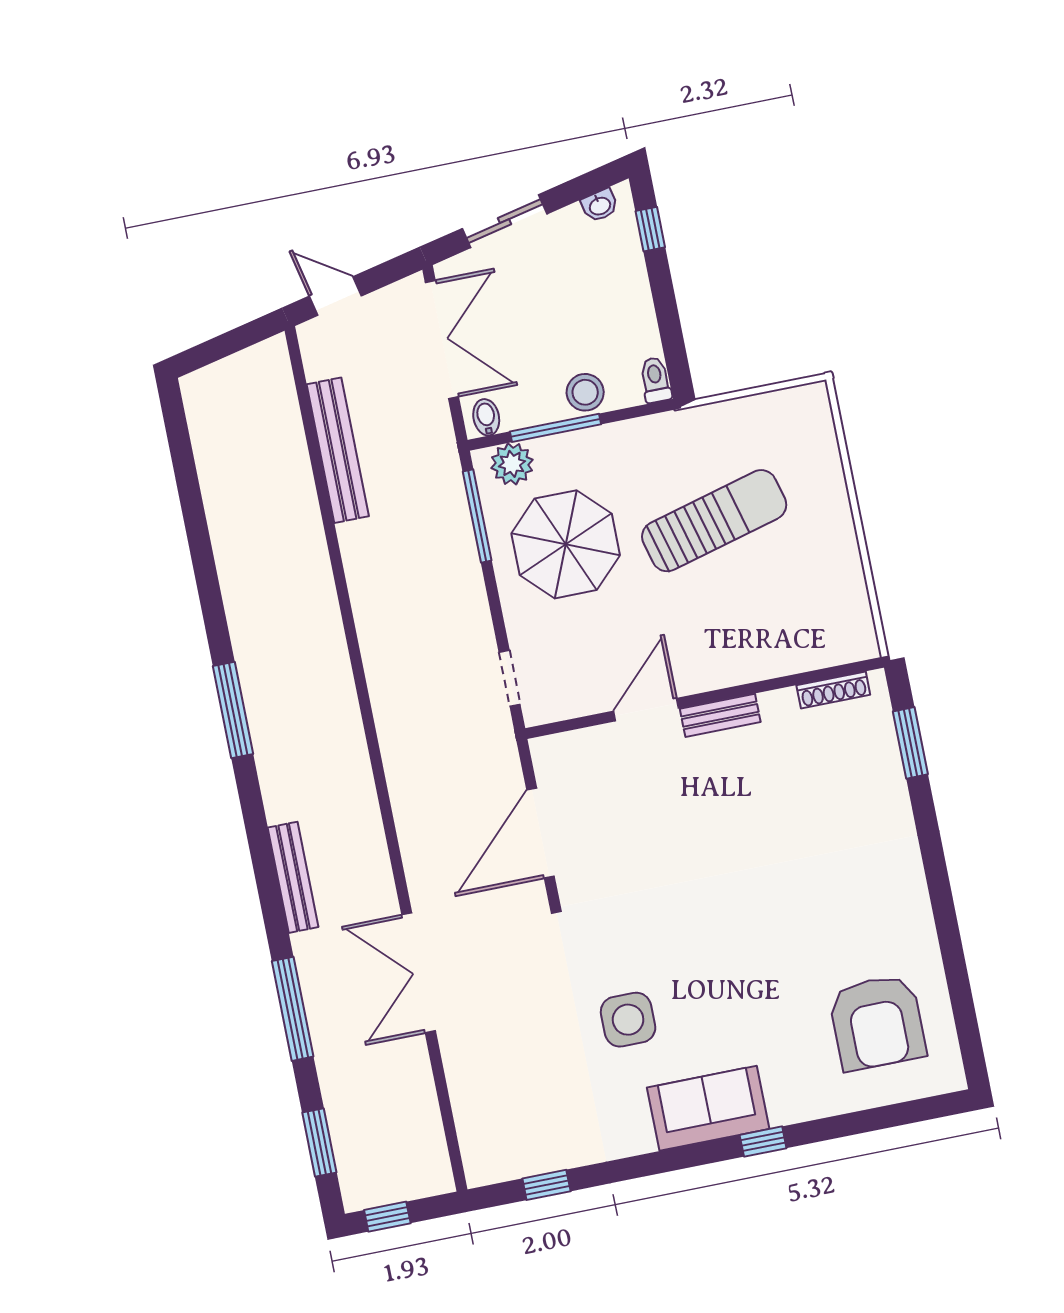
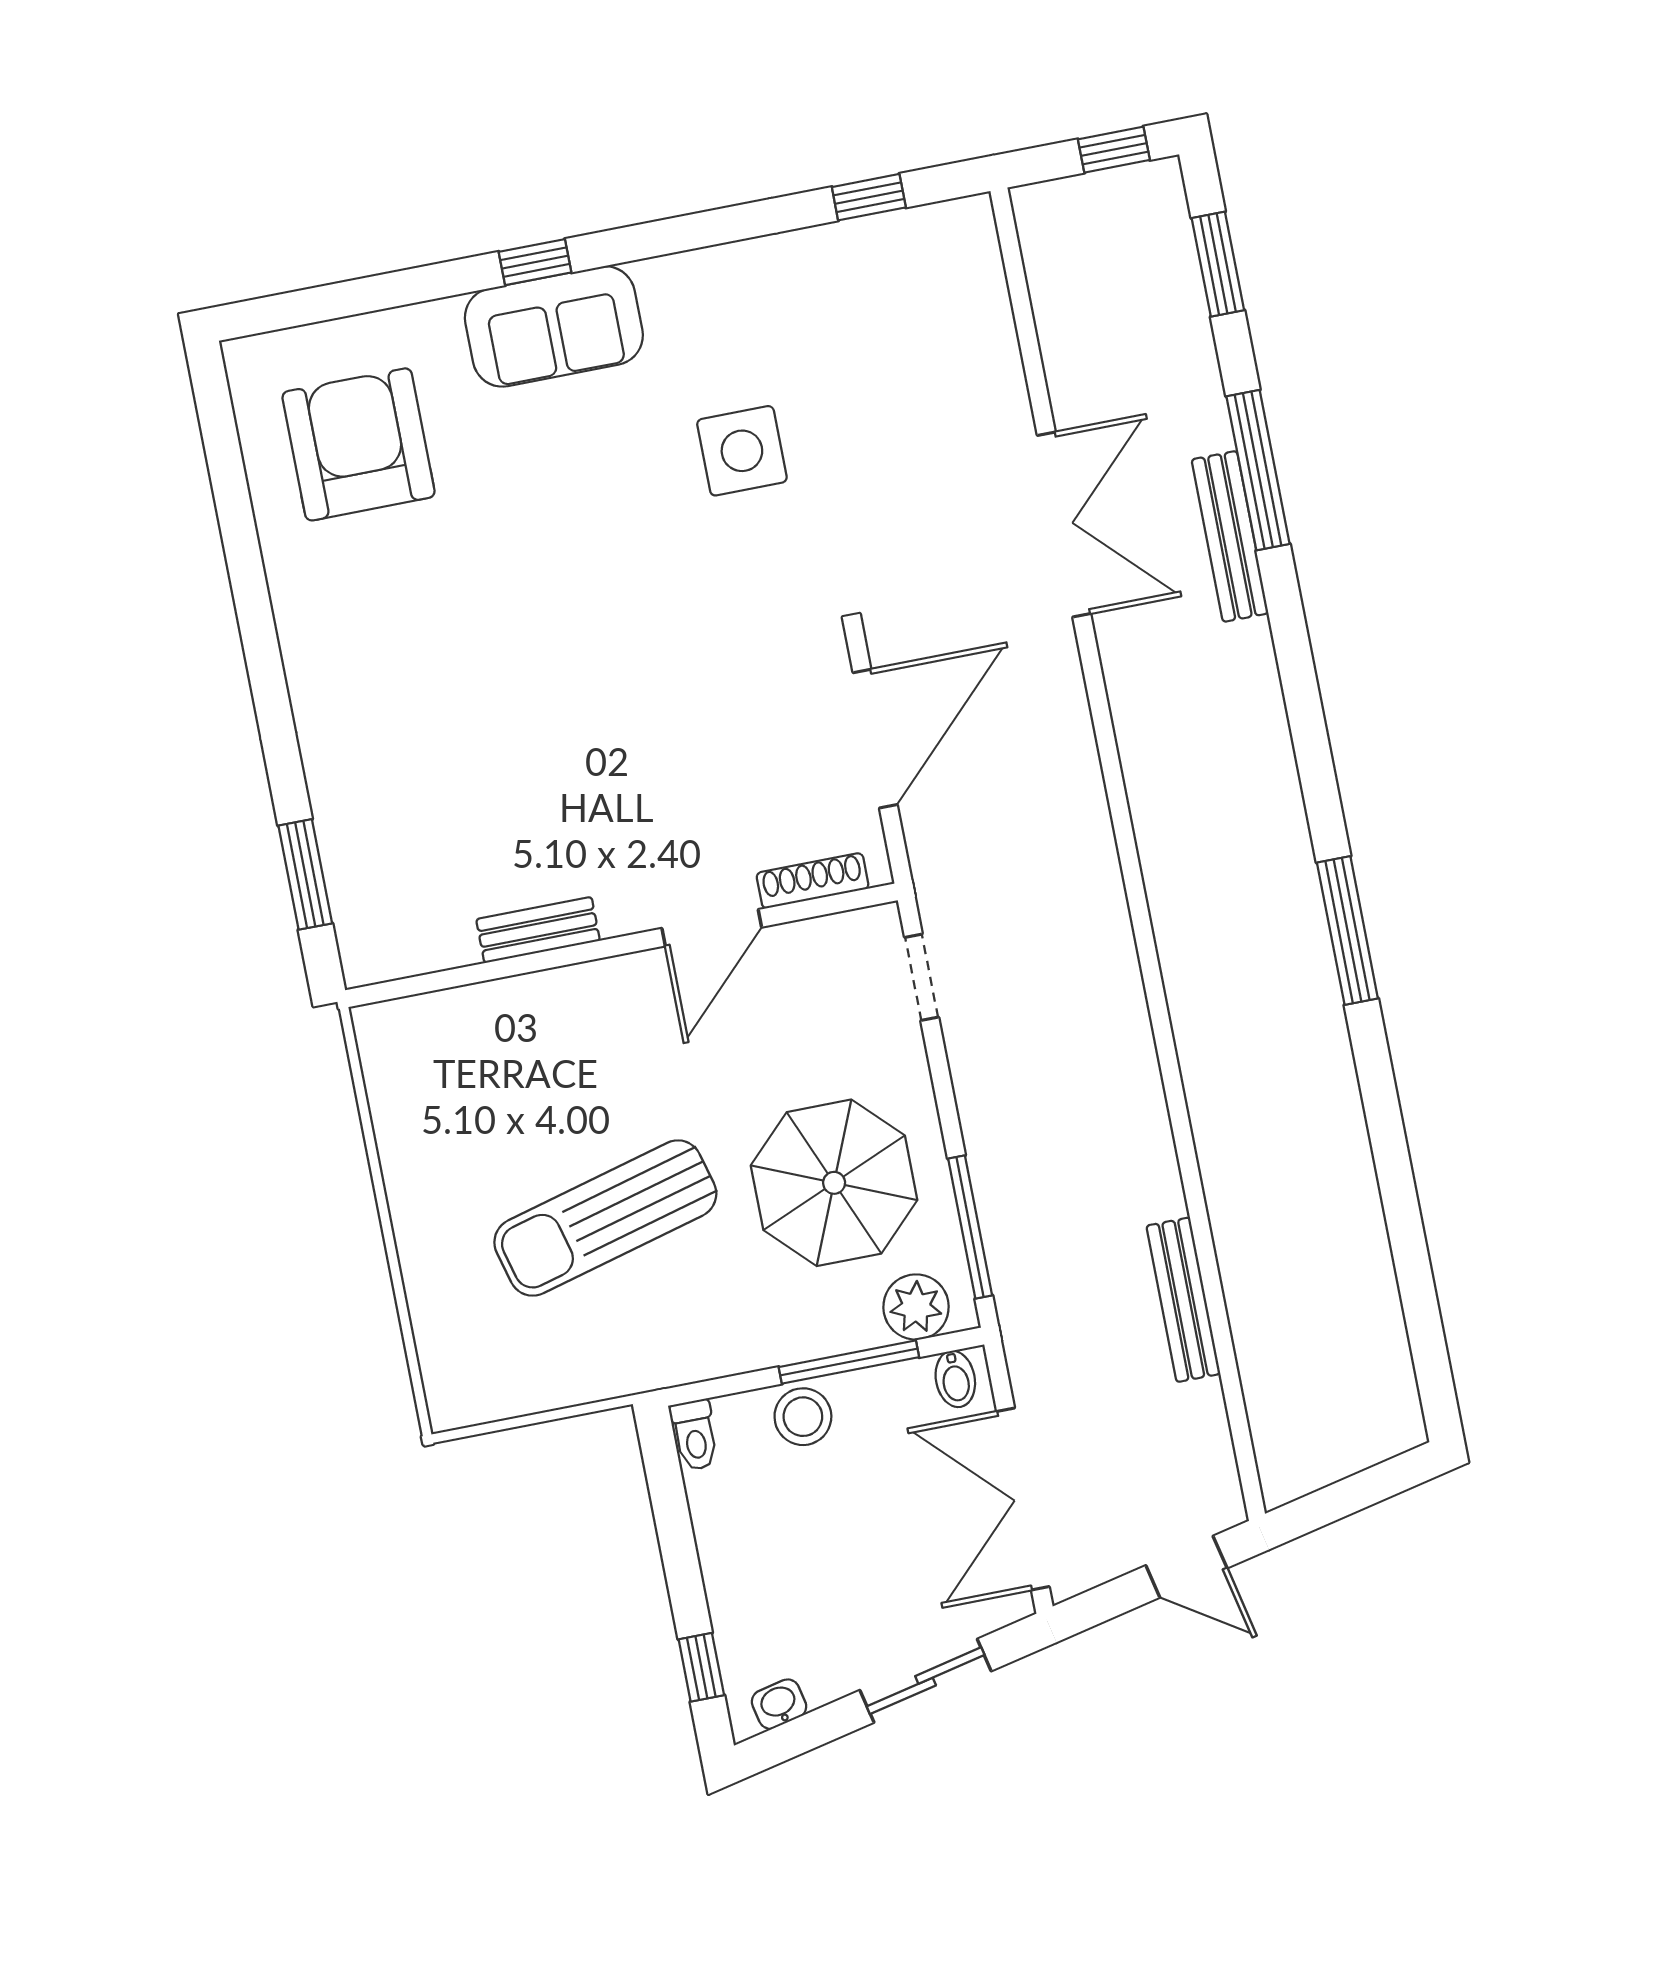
bench: (338, 450) -> (1183, 1300), width x0.73, depth x0.82
shoe rack: (833, 690) -> (813, 881), moved
bench: (720, 715) -> (538, 930), moved
bench: (293, 877) -> (1230, 536), moved
sofa: (708, 1108) -> (554, 326), moved

